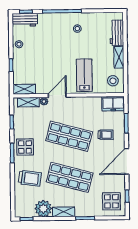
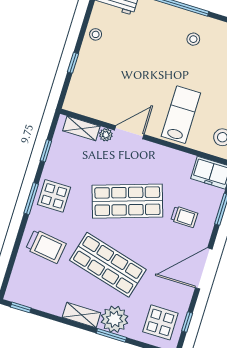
shelving: (24, 89) -> (81, 106), removed
shop shelf: (69, 136) -> (127, 201), turned -33
plant: (43, 209) -> (114, 319), moved

